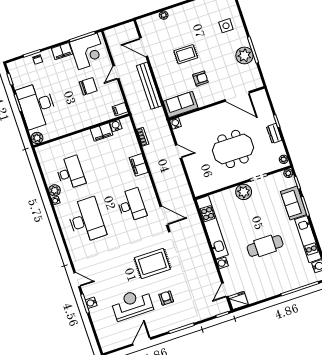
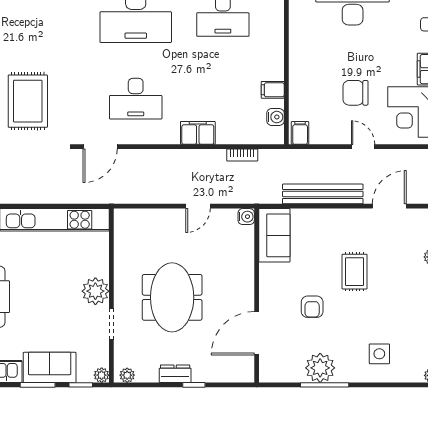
armchair: (200, 79) -> (312, 307), moved
chair: (88, 86) -> (356, 93), turned 90
filing cabinet: (102, 132) -> (273, 90), width x0.50

